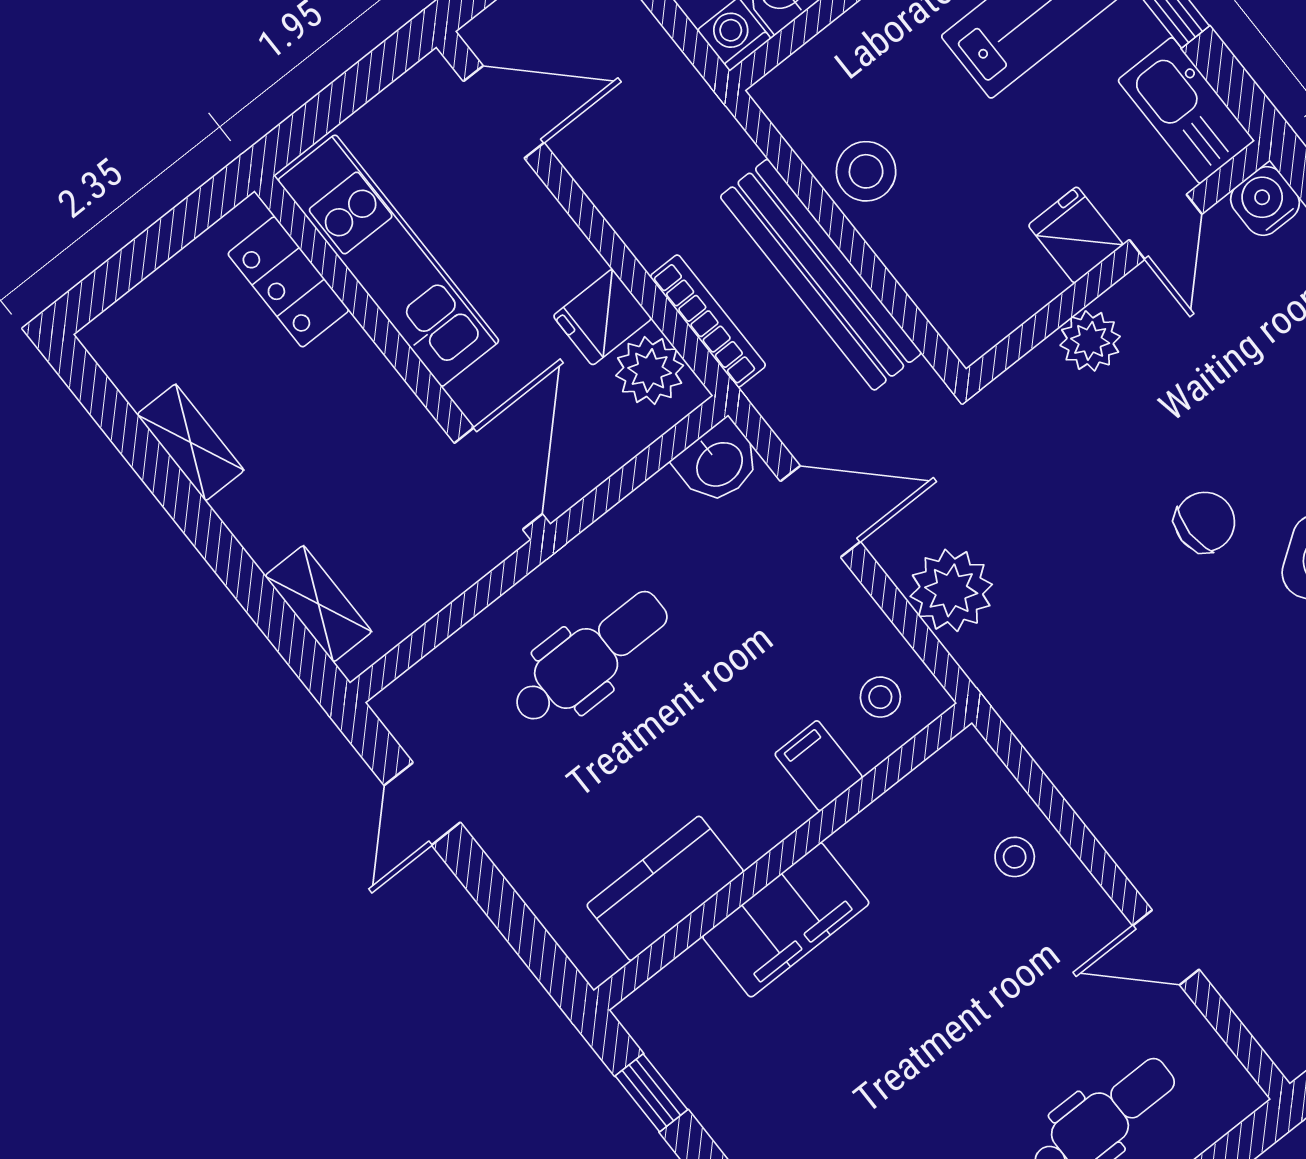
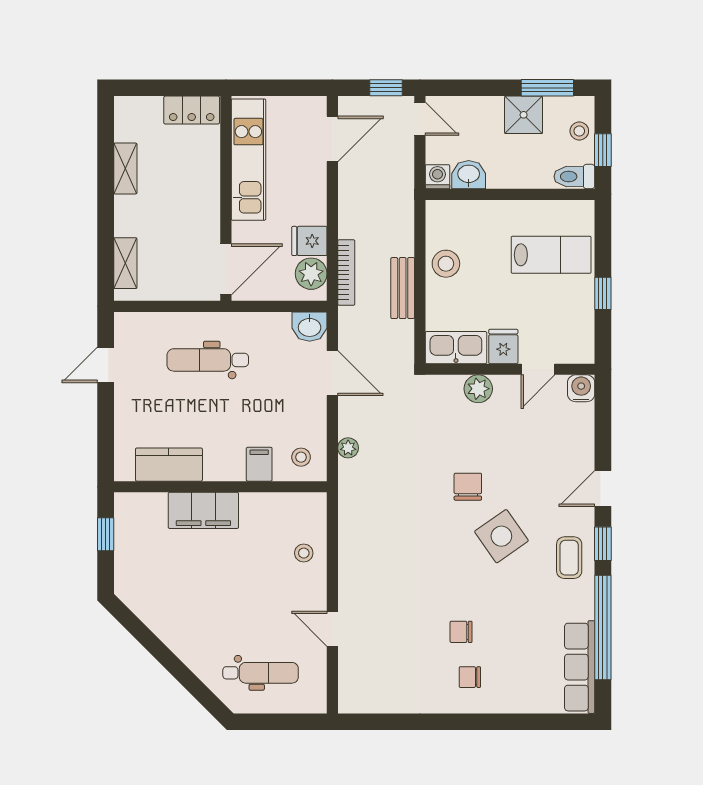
kitchen sink: (1186, 110) -> (456, 348), moved, turned 90
door: (504, 112) -> (332, 139), hinge flipped
bench: (821, 275) -> (403, 288), width x0.54, depth x0.82
locker: (288, 282) -> (192, 110), moved, turned -90
chair: (1205, 522) -> (468, 487), turned -90
plant: (951, 590) -> (348, 448), width x0.53, depth x0.53
dental chair: (590, 658) -> (208, 360), turned 180

